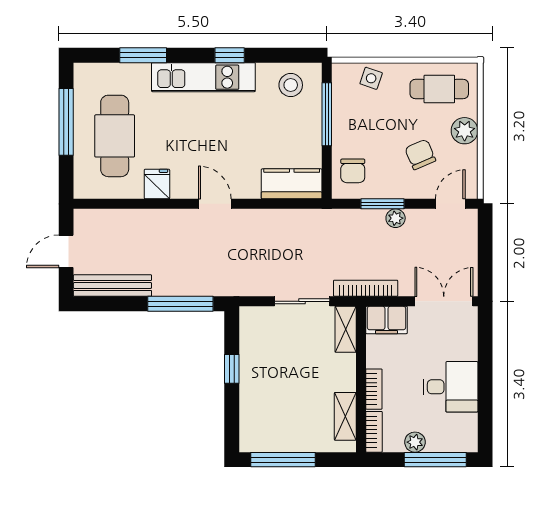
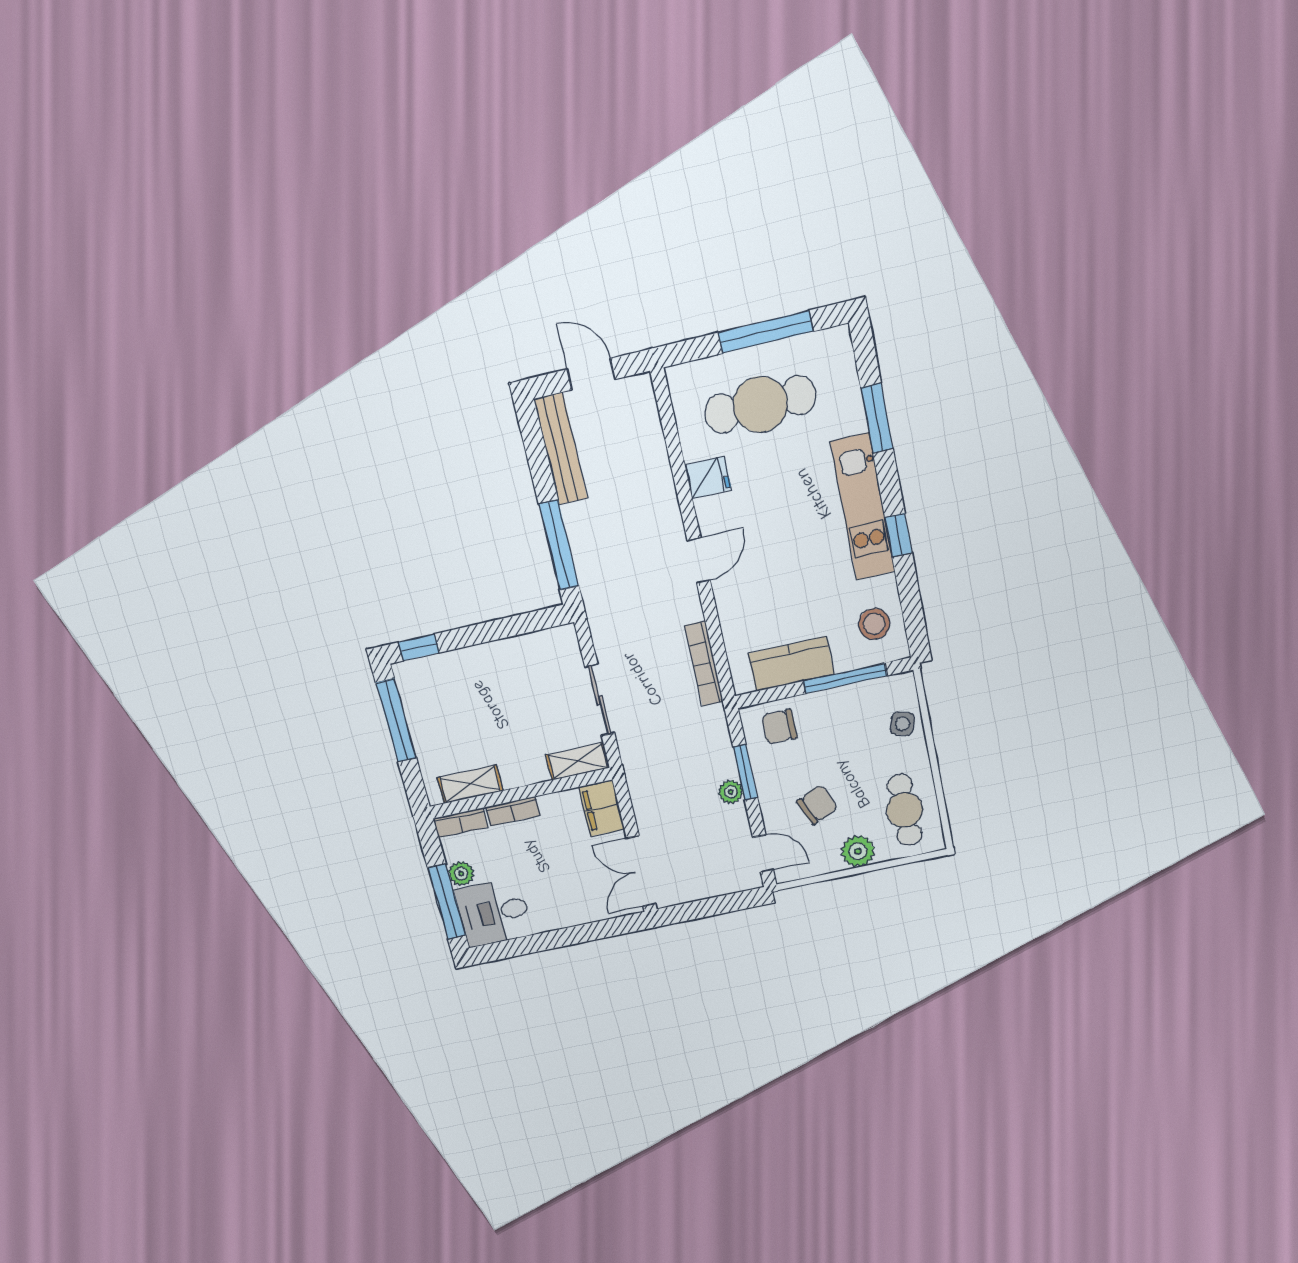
kitchen counter: (292, 184) -> (791, 664), moved, turned -90
bookcase: (366, 288) -> (704, 664), moved, turned 180
double door: (444, 301) -> (641, 871), swing flipped
window: (232, 369) -> (419, 647), moved
desk: (450, 387) -> (494, 913), moved, turned 90

